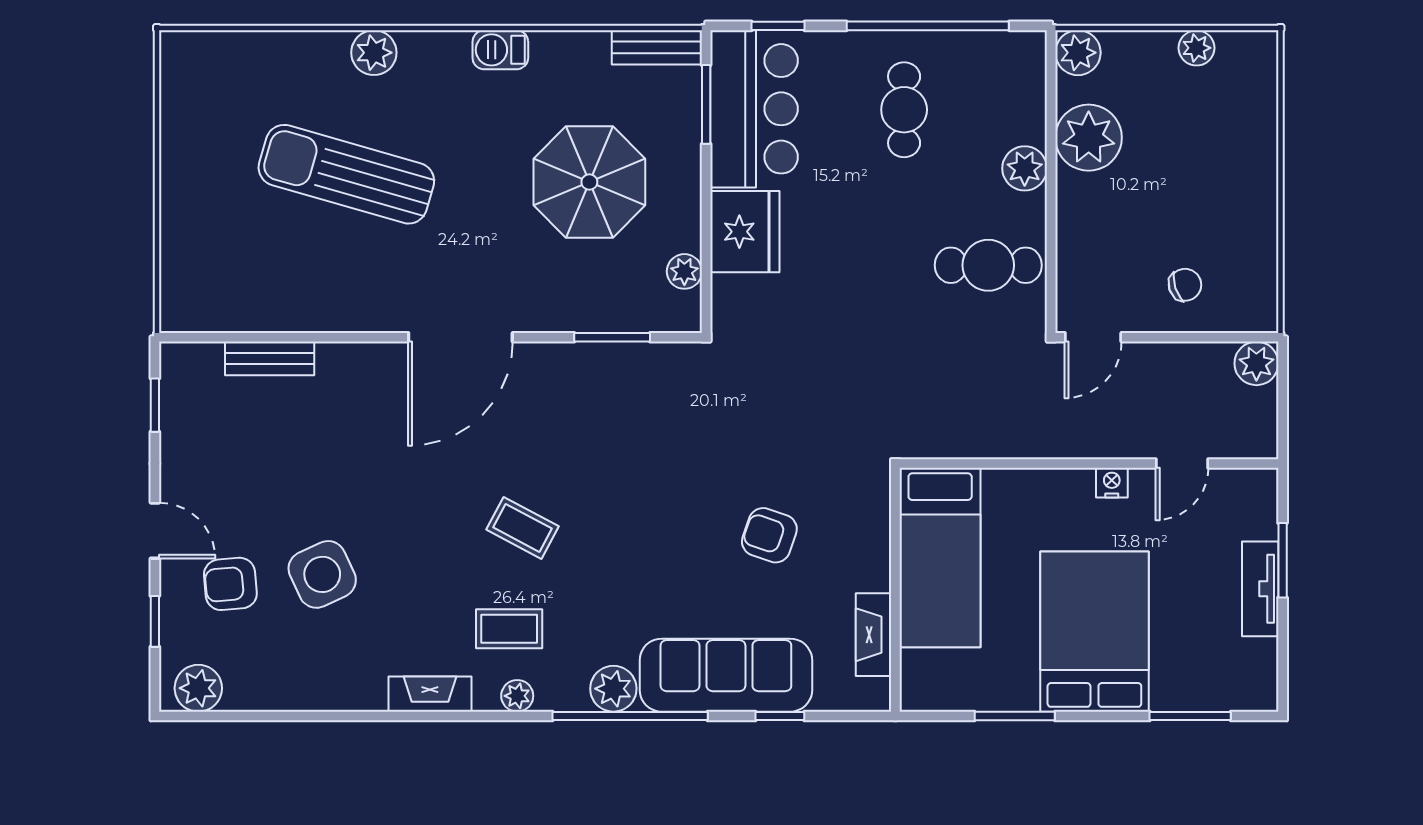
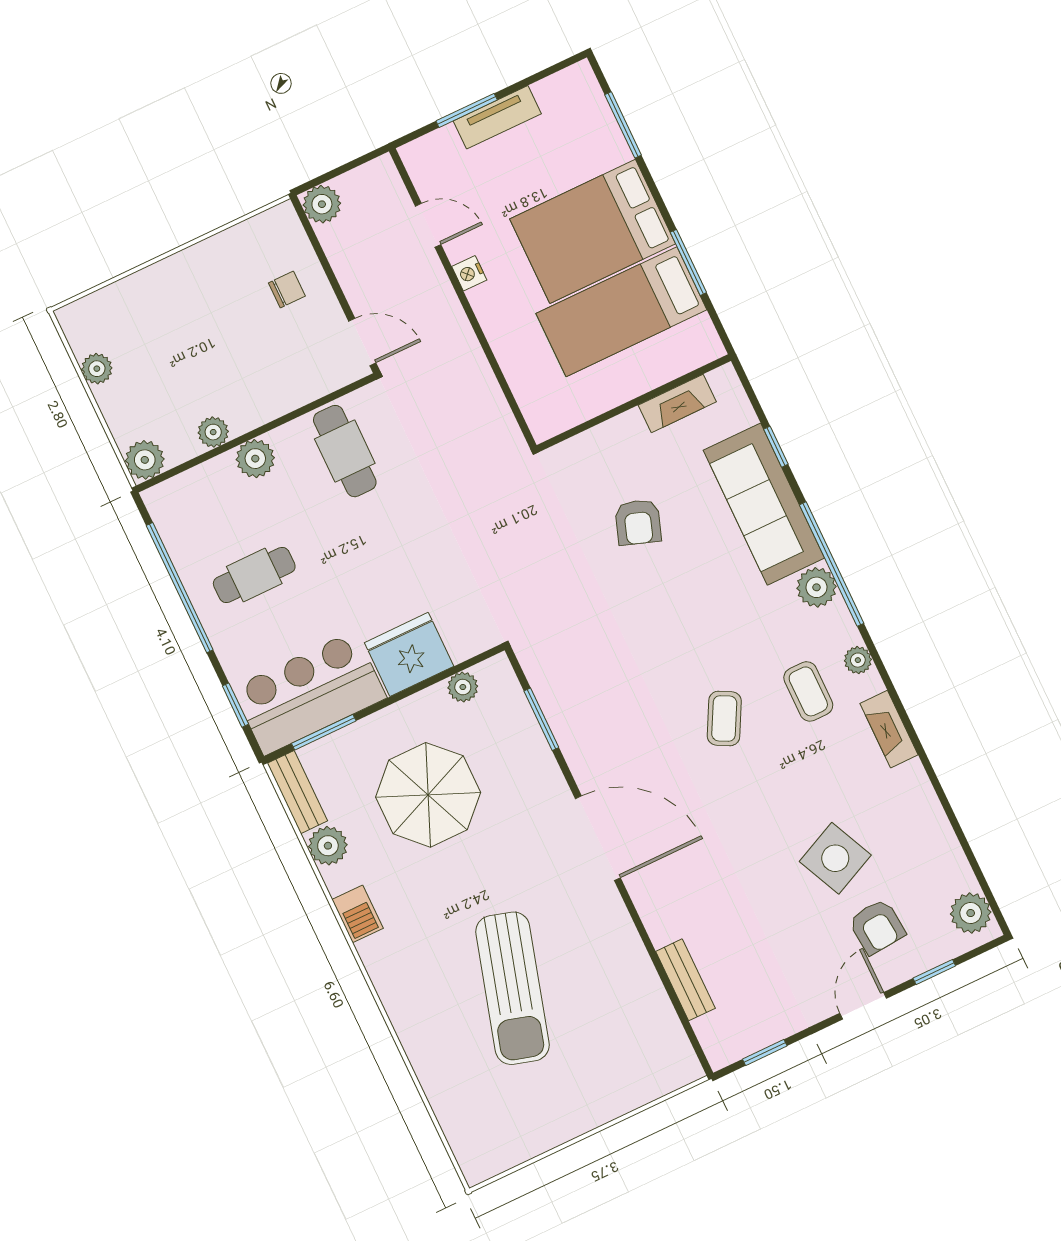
plant: (374, 53) -> (328, 846), moved
plant: (1089, 138) -> (213, 432), width x0.53, depth x0.53
chair: (1185, 285) -> (287, 289), turned 108
bed: (940, 558) -> (621, 312), moved, turned 180

